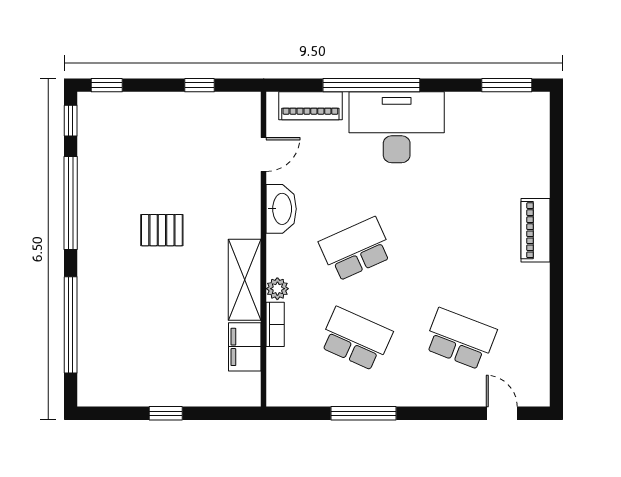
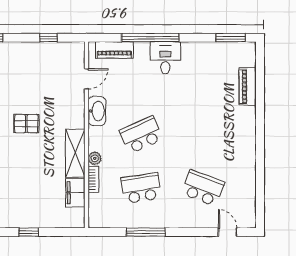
desk: (397, 127) -> (165, 58), width x0.53, depth x0.77
piano: (535, 230) -> (248, 87), moved
school desk: (356, 339) -> (141, 188), turned -33

